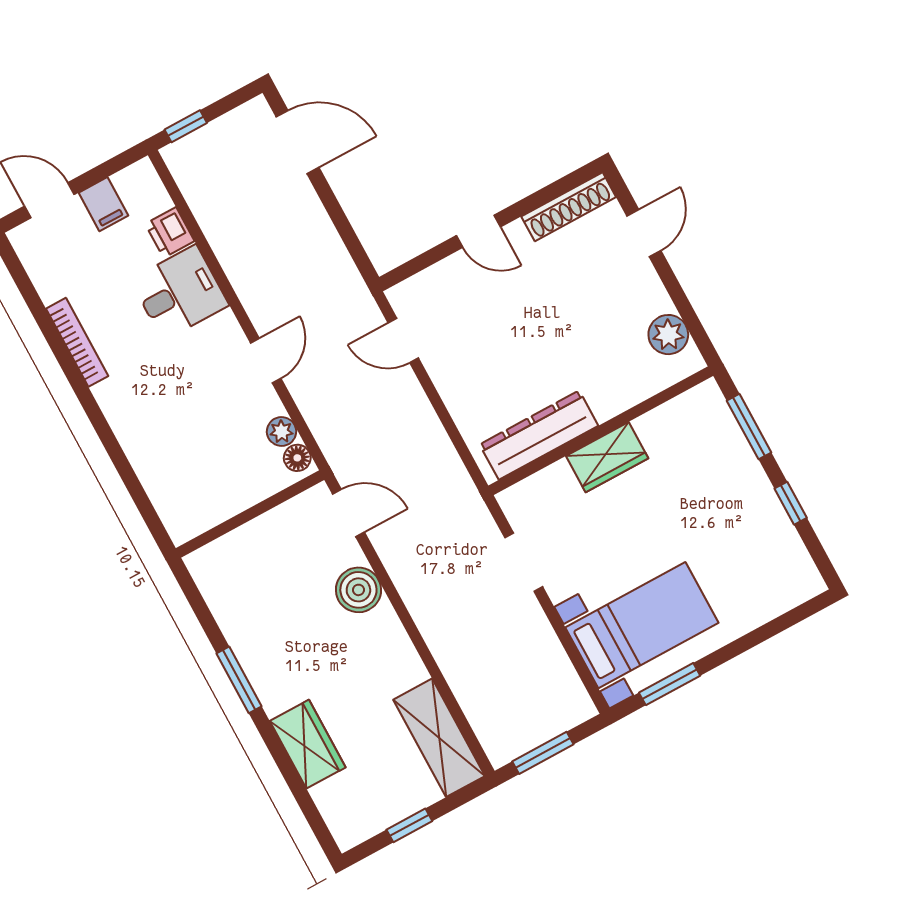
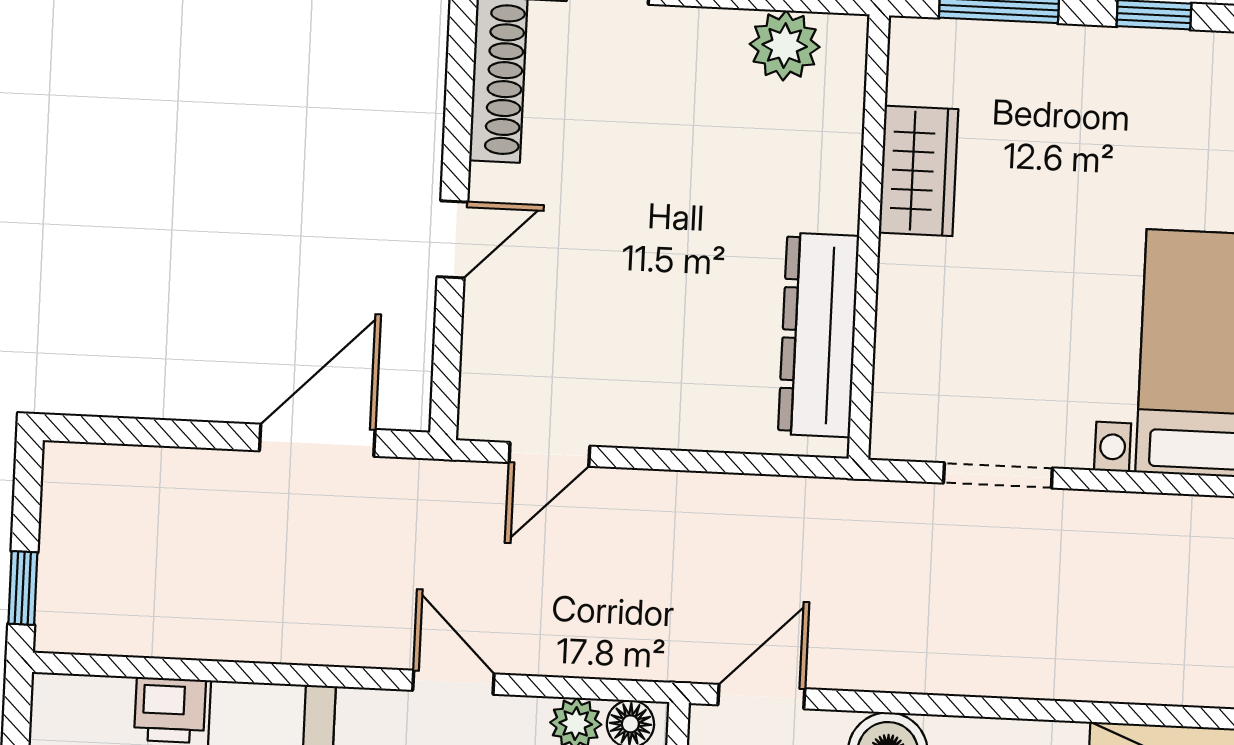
door: (298, 142) -> (317, 440), moved
wardrobe: (607, 457) -> (919, 171), moved

